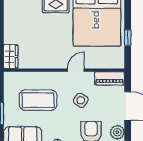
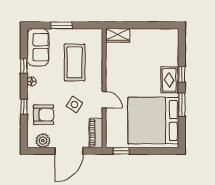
window: (128, 38) -> (121, 151), moved

